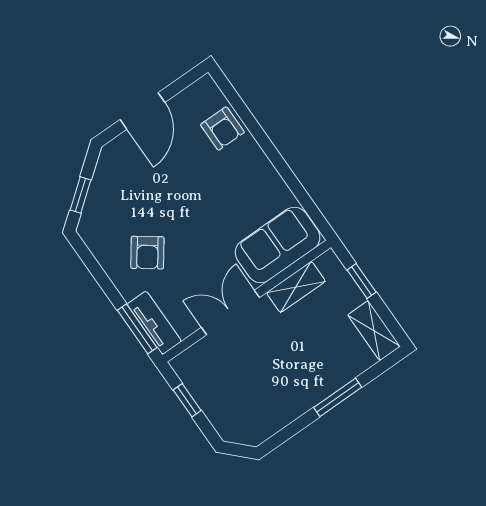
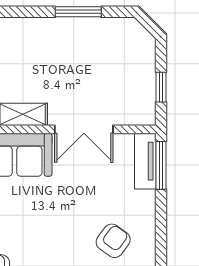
armchair: (147, 253) -> (113, 241), moved
window: (338, 397) -> (78, 12), moved

